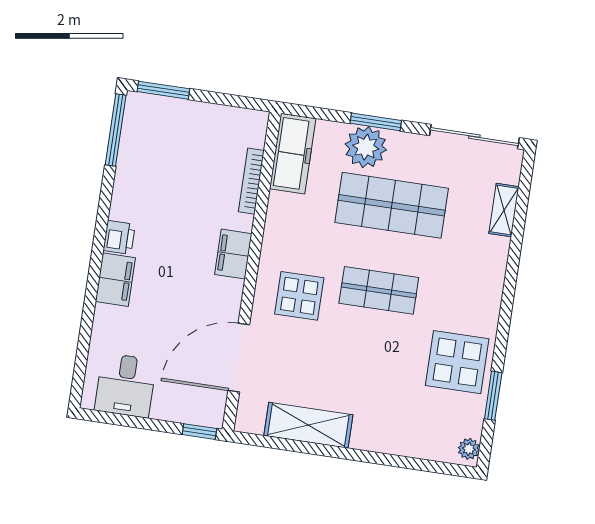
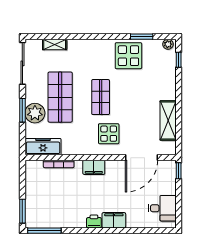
door: (239, 358) -> (142, 158), hinge flipped
window: (433, 466) -> (179, 60), added

